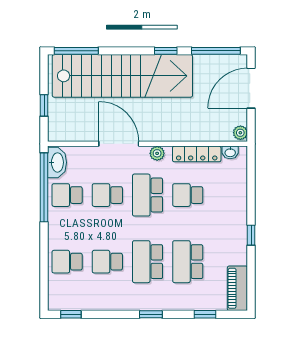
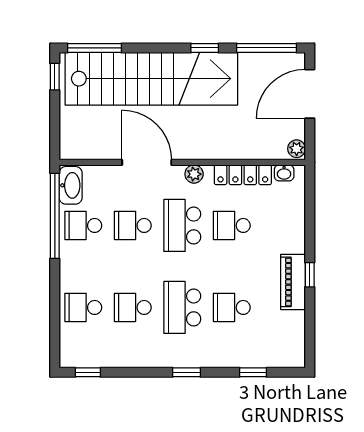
window: (44, 105) -> (55, 77), moved
school desk: (188, 262) -> (232, 307), width x0.54
piano: (237, 288) -> (293, 282), moved

